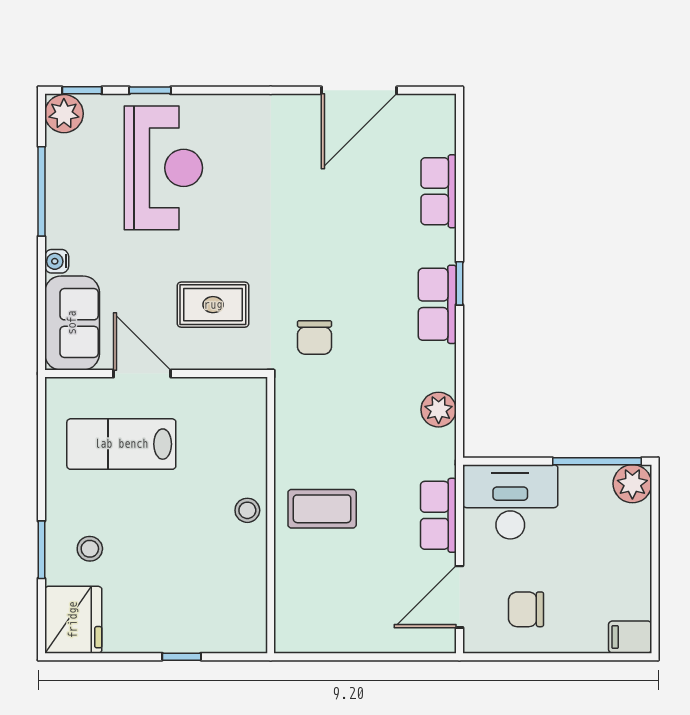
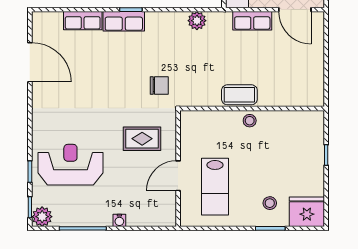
row of seats: (437, 304) -> (124, 21), moved
rug: (213, 305) -> (142, 139), turned 90
sofa: (72, 323) -> (152, 212), removed
coffee table: (322, 509) -> (239, 95), moved, turned 90

